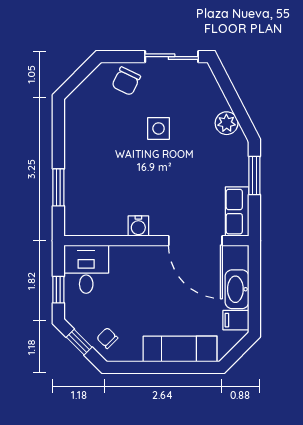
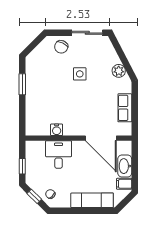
window: (254, 175) -> (135, 101), removed
window: (58, 187) -> (22, 84), moved
row of seats: (237, 212) -> (125, 108), moved
water cooler: (138, 226) -> (57, 130), moved
desk: (86, 269) -> (59, 155), moved

